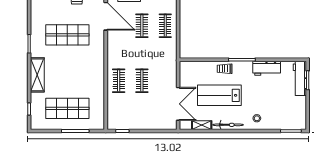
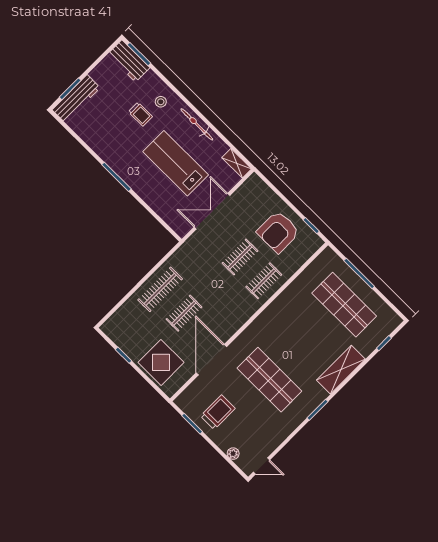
clothes rail: (165, 26) -> (160, 289), width x1.36
workbench: (267, 68) -> (129, 61), moved, turned 180
trolley: (225, 69) -> (140, 114), moved
lab bench: (219, 95) -> (176, 163), turned 180
double door: (178, 104) -> (212, 211), moved
armchair: (135, 112) -> (278, 232), added
shelving: (202, 125) -> (237, 163), moved

